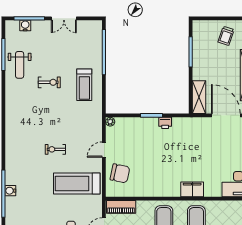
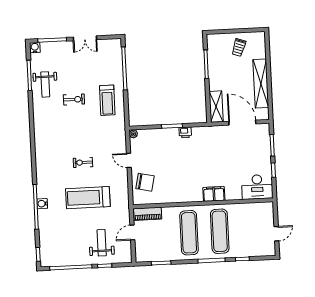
water cooler: (25, 25) -> (35, 48), moved
door: (104, 150) -> (129, 160), hinge flipped
treadmill: (77, 184) -> (88, 198), moved

